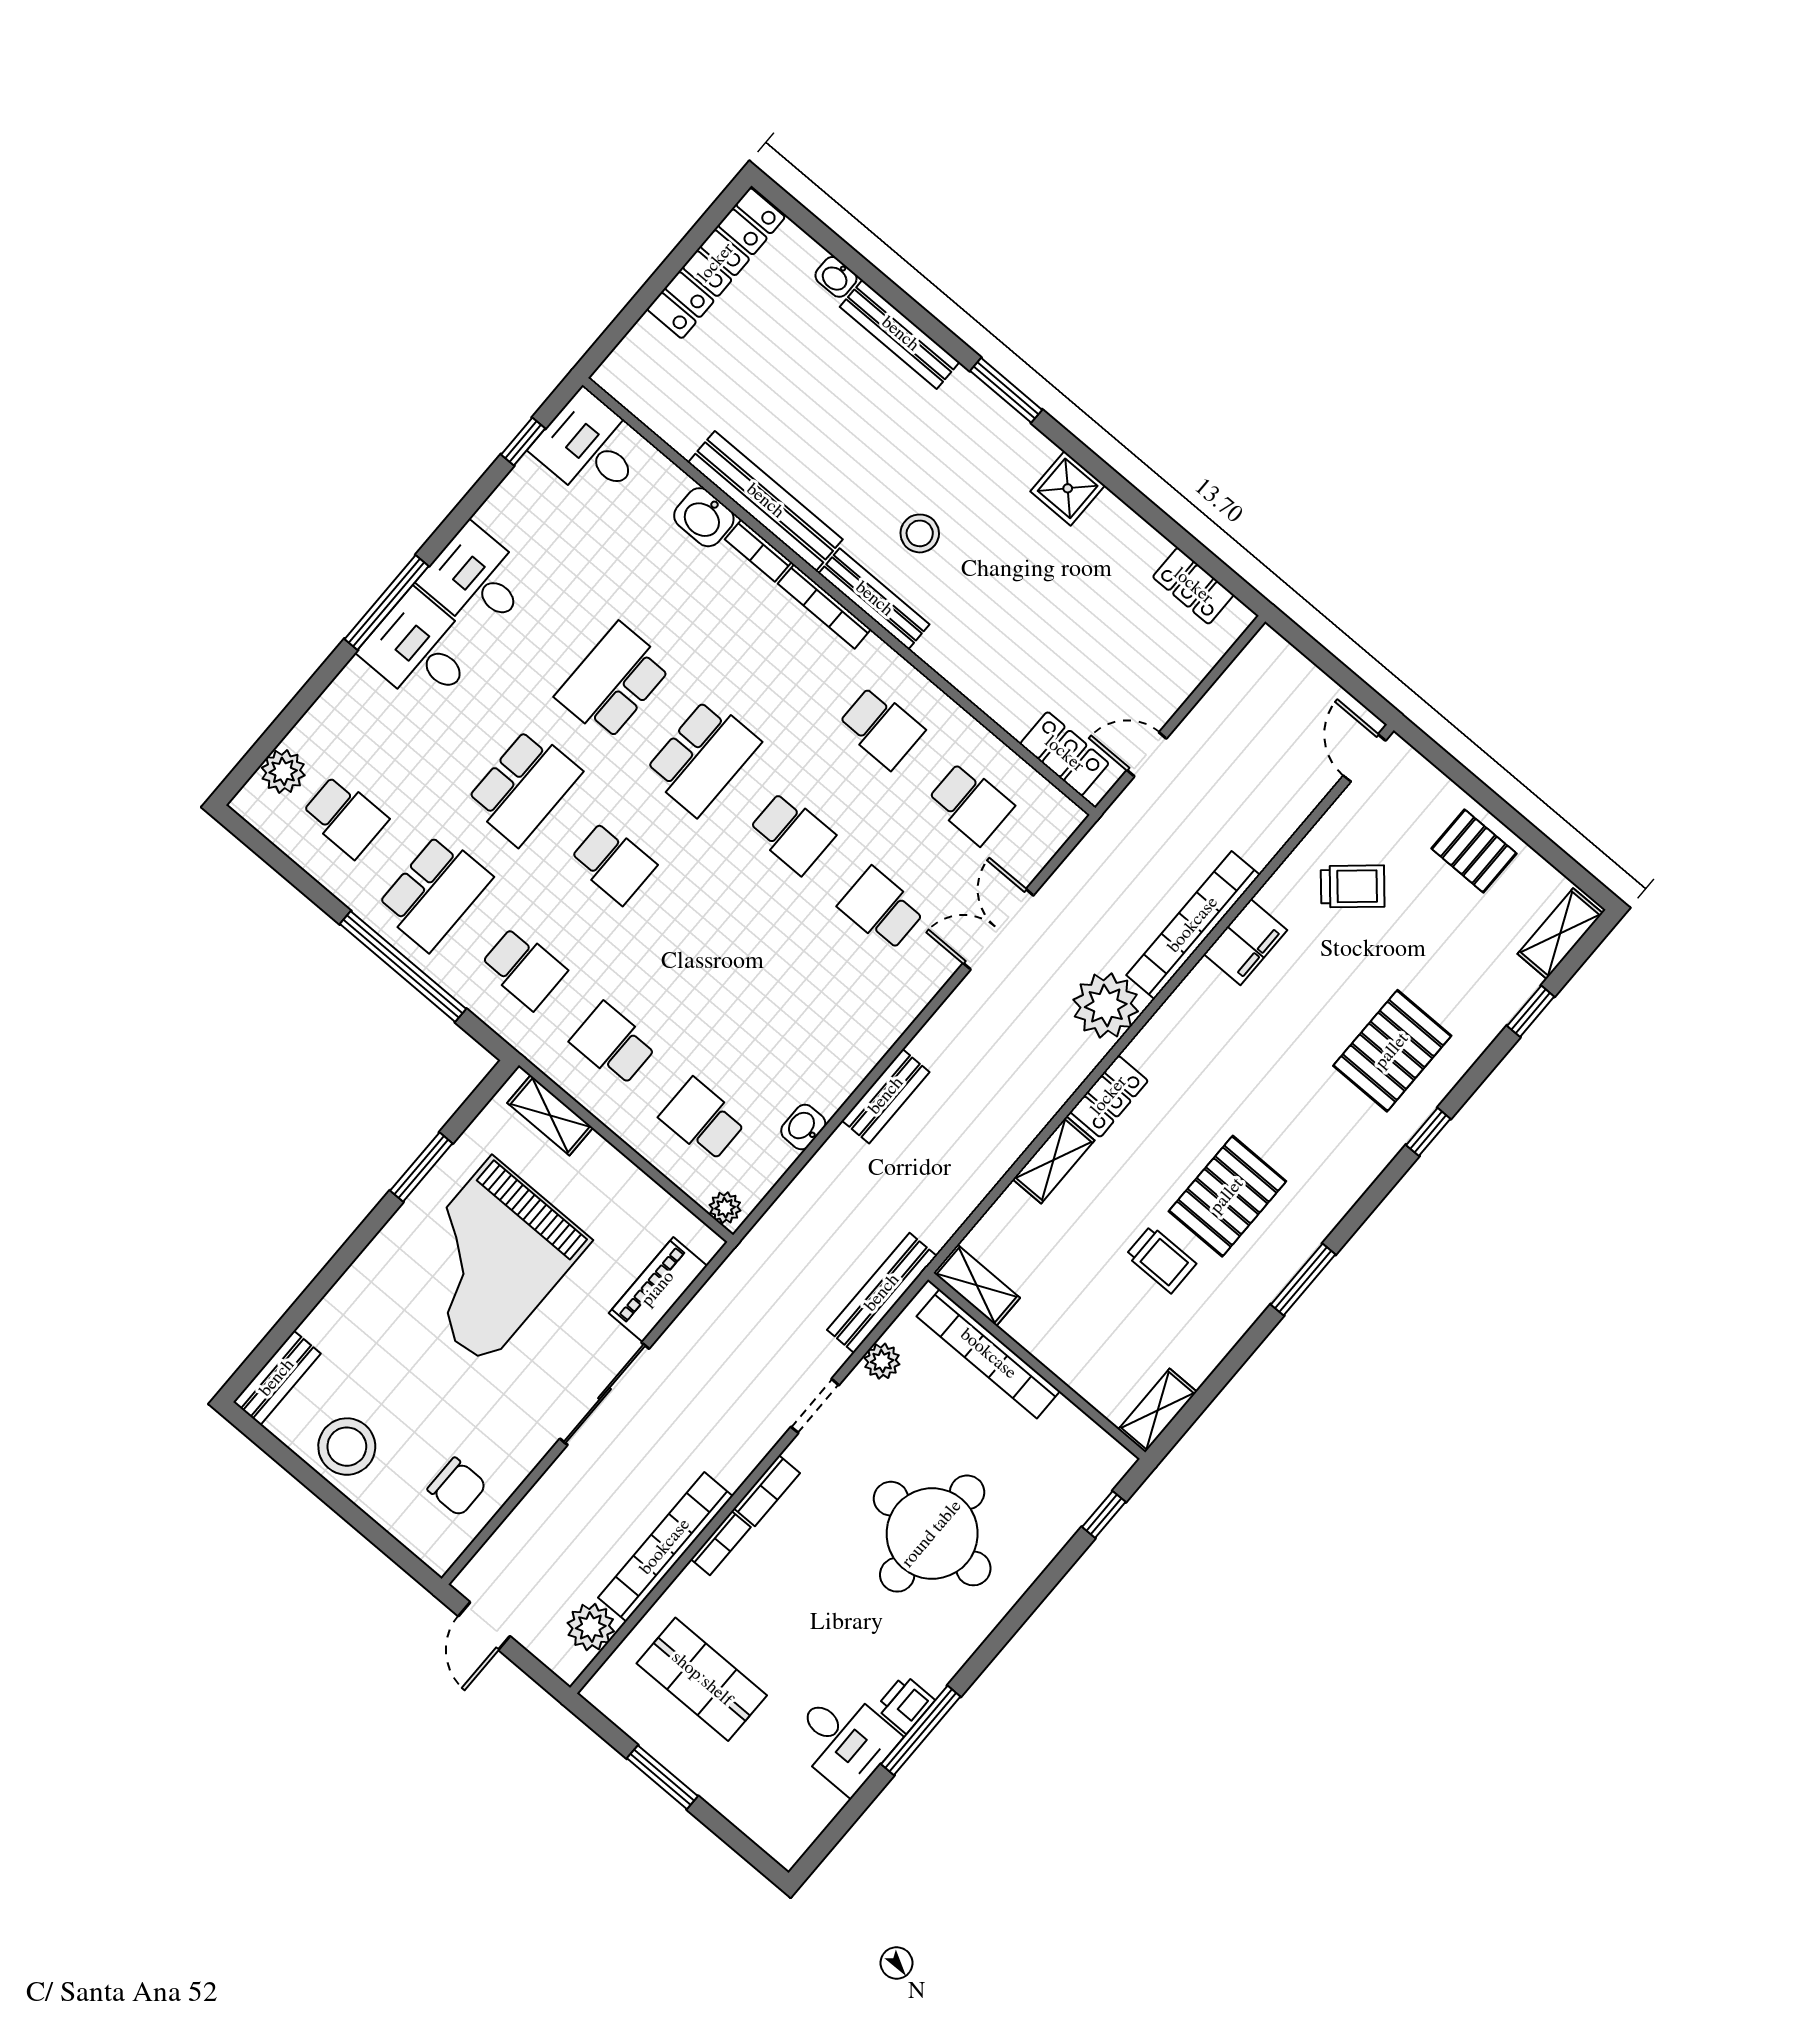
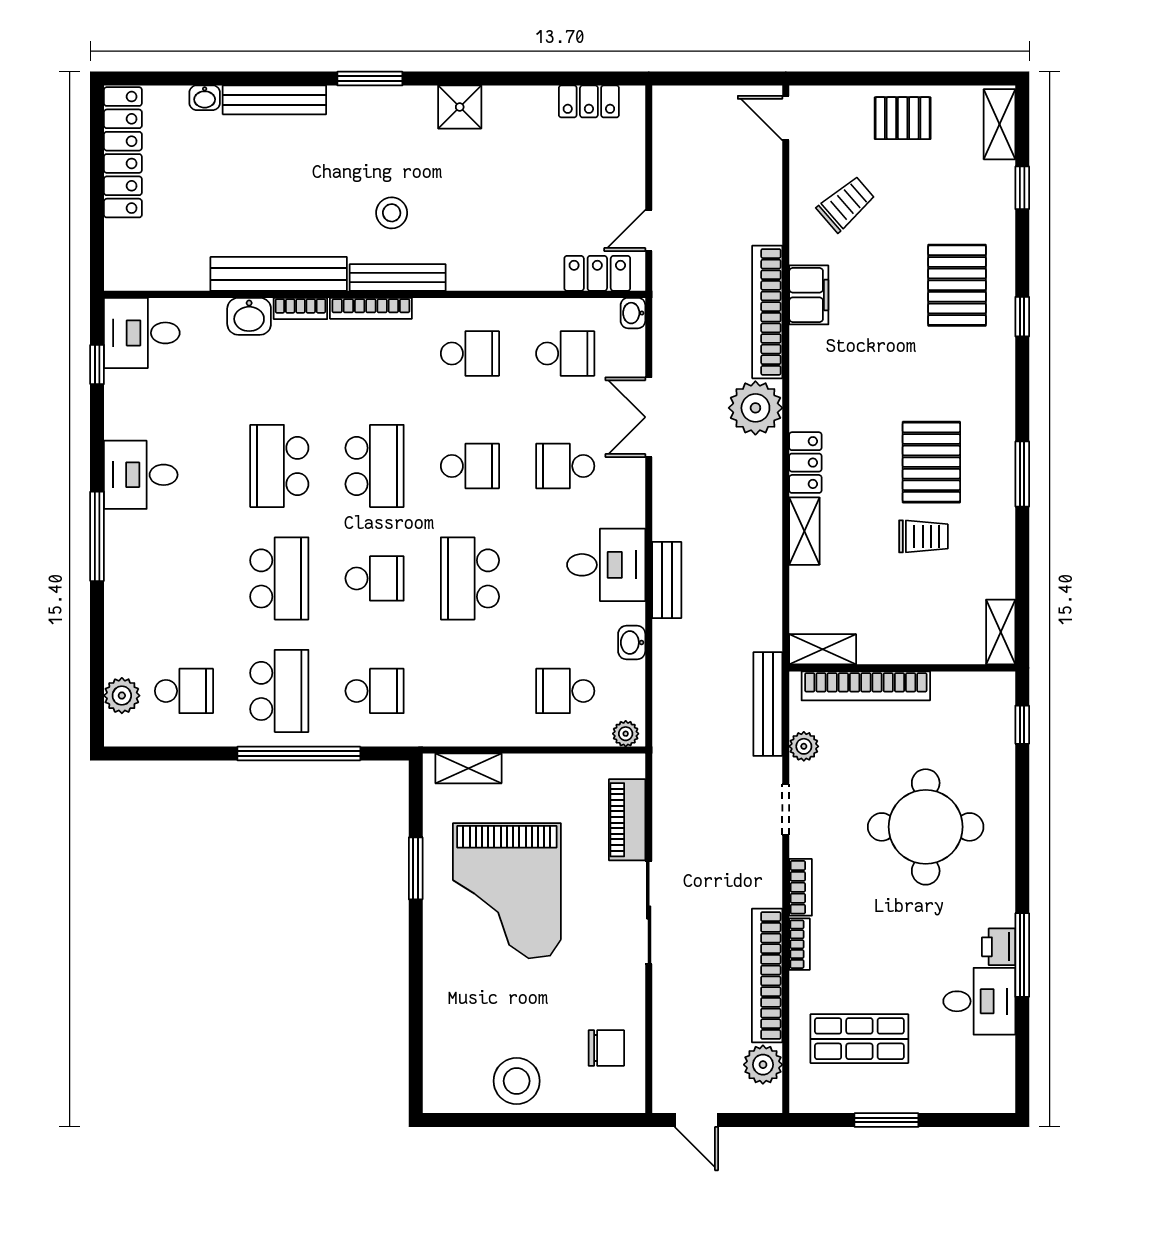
desk: (420, 650) -> (606, 565), moved, turned 180
washbasin: (1066, 819) -> (633, 313), added
school desk: (613, 1044) -> (470, 578), moved, width x1.85
bench: (277, 1378) -> (437, 1075), removed

